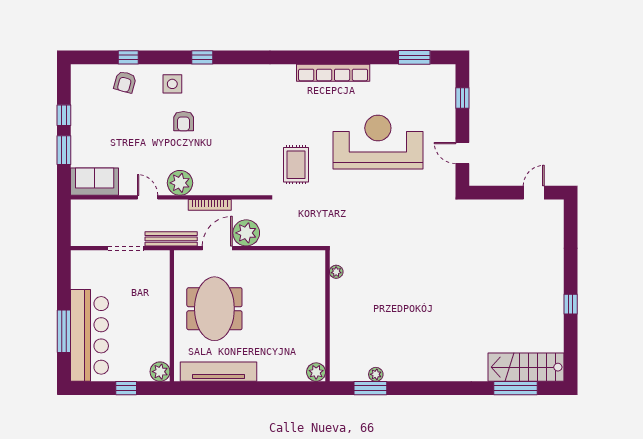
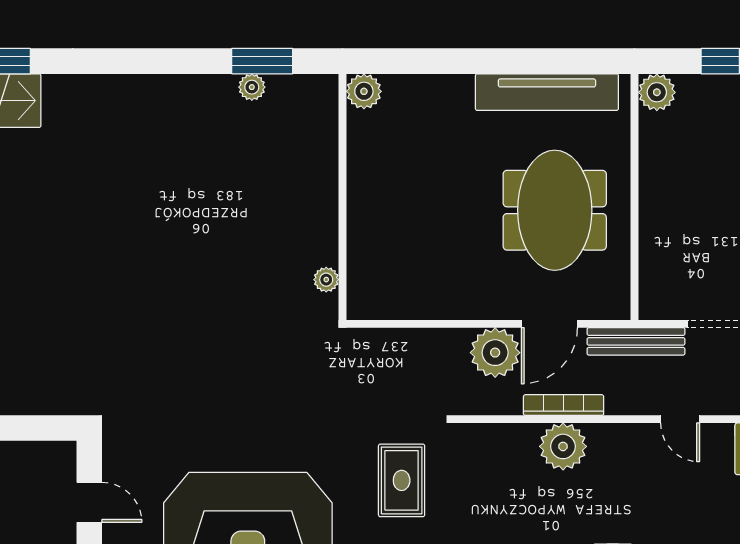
plant: (180, 183) -> (563, 446), moved

